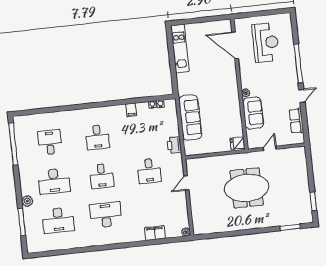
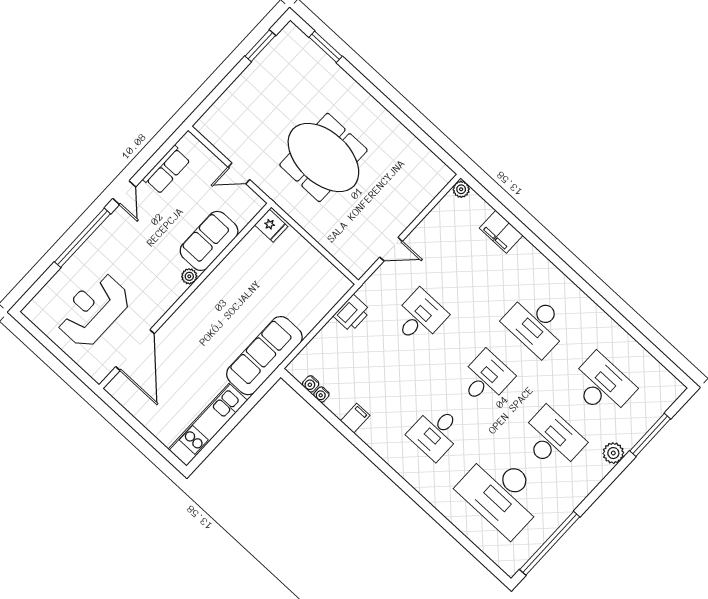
door: (302, 96) -> (124, 193), swing flipped
sofa: (190, 117) -> (264, 356), moved
desk: (97, 137) -> (436, 432), turned 180
desk: (50, 142) -> (502, 494), width x1.87, depth x1.30

